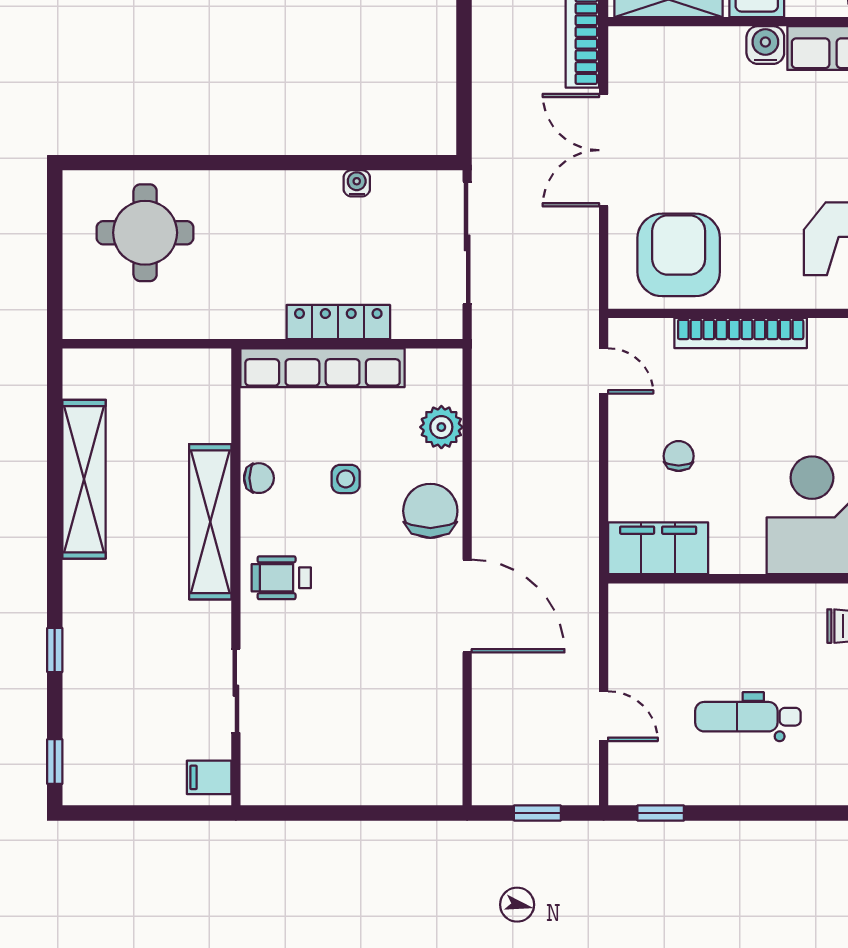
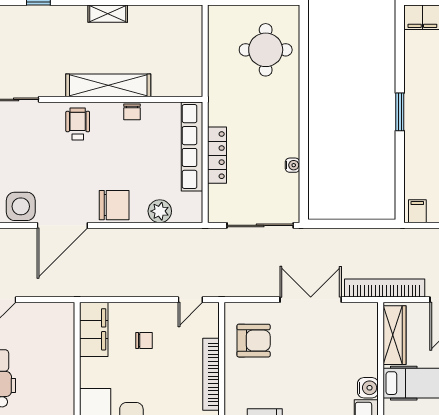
armchair: (679, 255) -> (254, 341), width x0.73, depth x0.73
shelving: (84, 479) -> (108, 14), width x0.45, depth x0.75
side table: (346, 479) -> (21, 206), moved, width x1.87, depth x1.87

